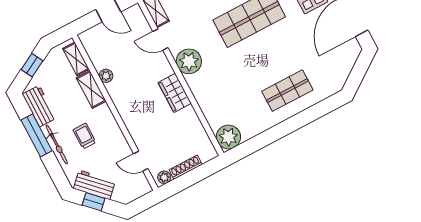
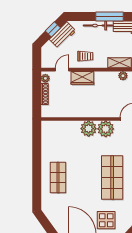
wardrobe: (175, 93) -> (82, 78), moved, turned 180
trolley: (84, 136) -> (85, 56), moved
plant: (228, 137) -> (89, 129), moved

